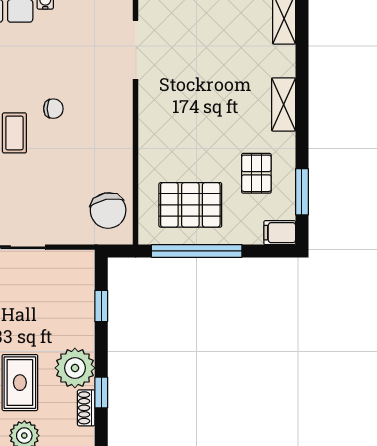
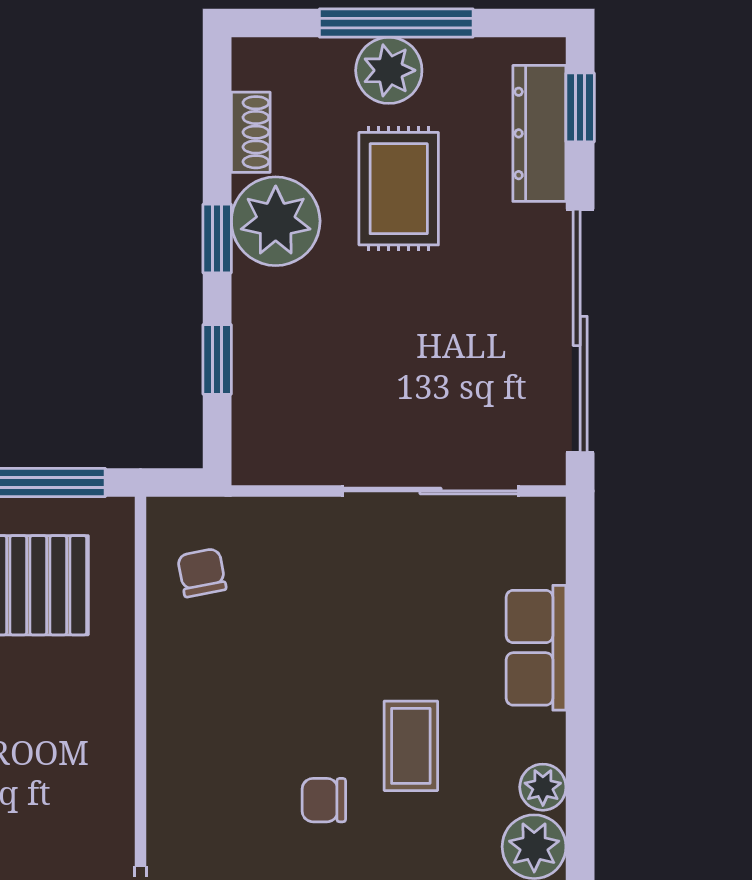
chair: (108, 211) -> (202, 573), width x0.54, depth x0.54
window: (101, 393) -> (217, 239), moved

